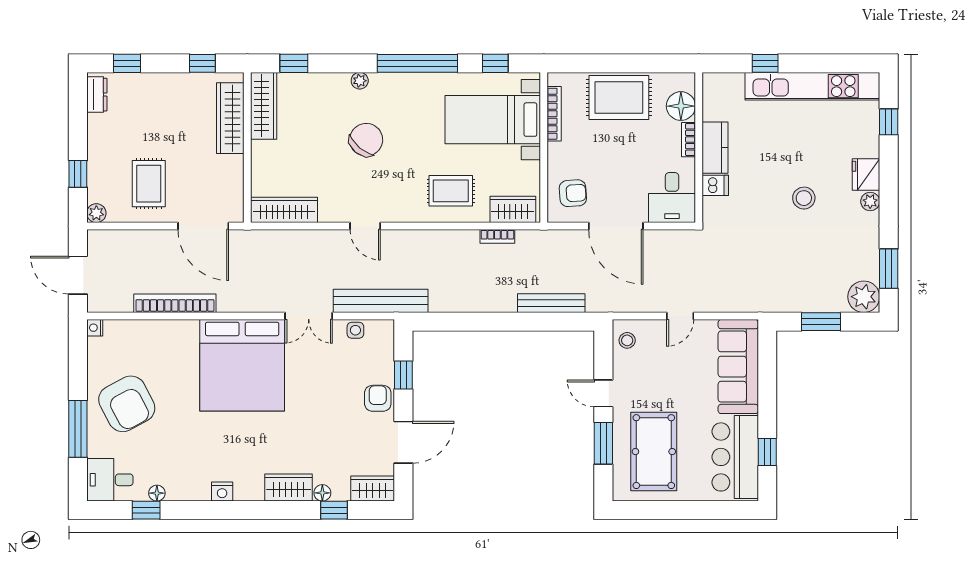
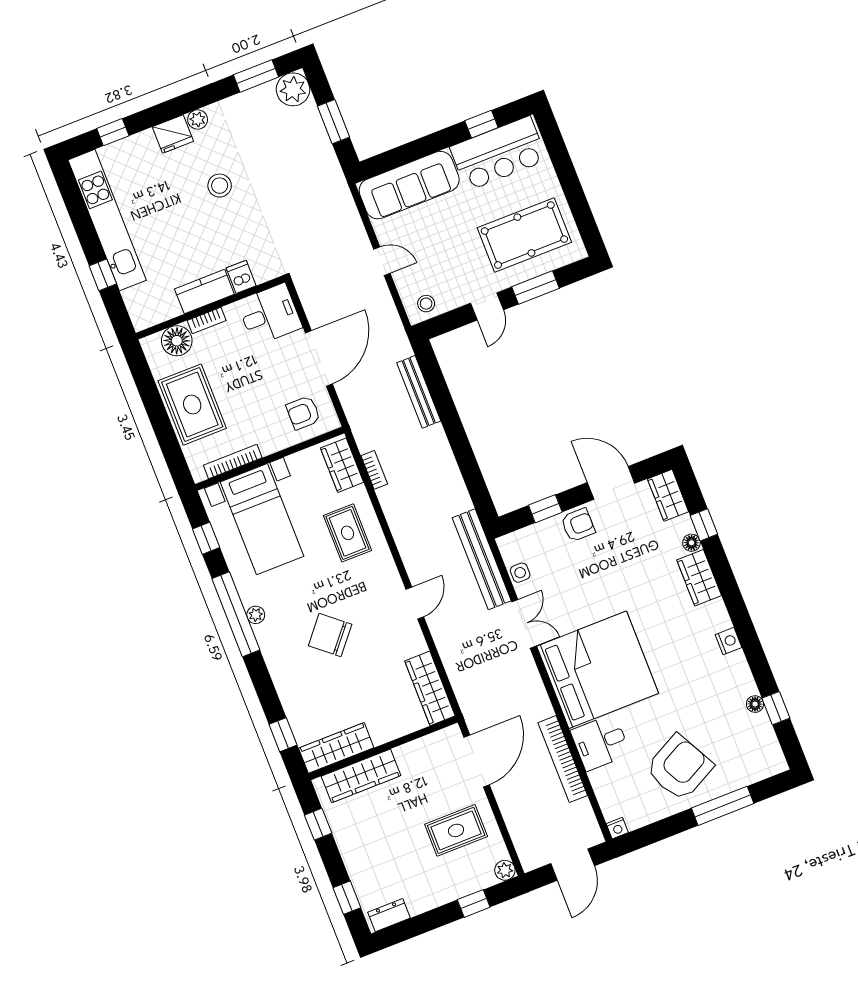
plant: (360, 81) -> (256, 615), moved
armchair: (573, 193) -> (303, 413), turned -86
armchair: (378, 398) -> (578, 525), turned 180
desk: (110, 480) -> (600, 742), moved, turned 90

